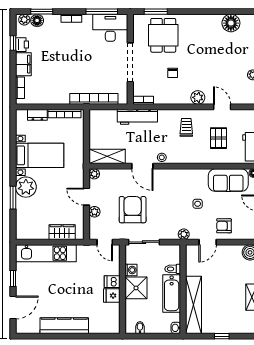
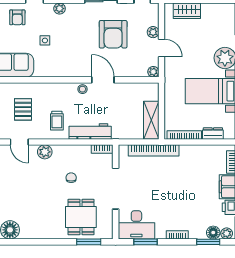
window: (102, 12) -> (145, 242), width x0.69
workbench: (137, 117) -> (90, 131), moved
shelving: (107, 156) -> (151, 120), moved, turned 90
armchair: (224, 226) -> (17, 17), turned 90

